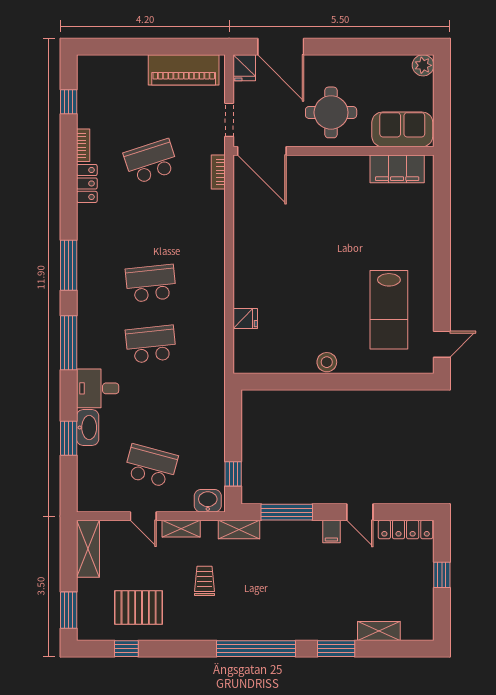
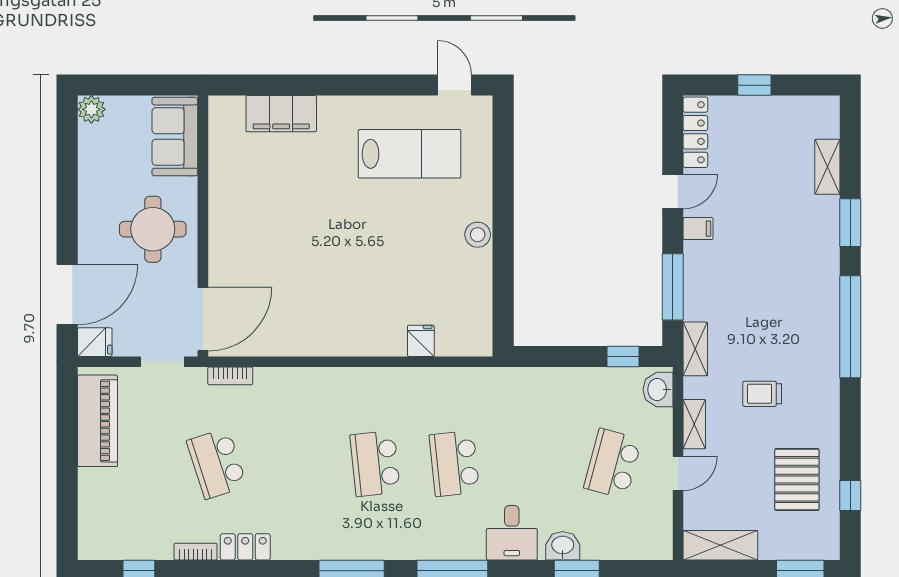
filing cabinet: (397, 169) -> (281, 114), moved, turned 90
washbasin: (88, 428) -> (563, 546), width x0.72

